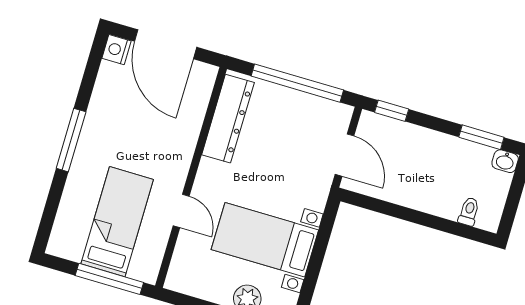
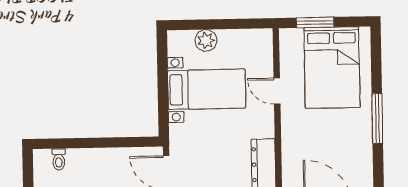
bed: (117, 222) -> (332, 68), width x1.50
window: (109, 279) -> (315, 22), width x0.69

